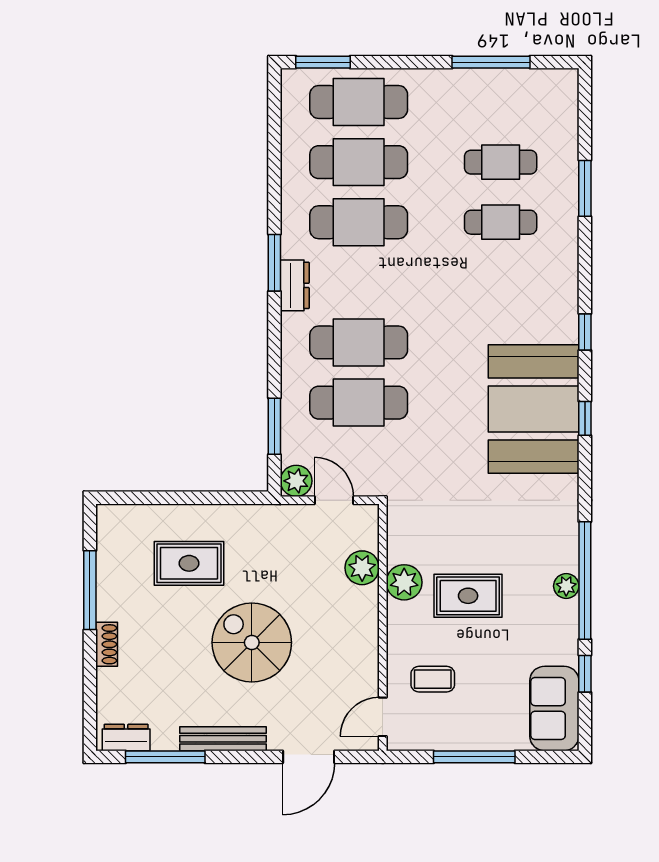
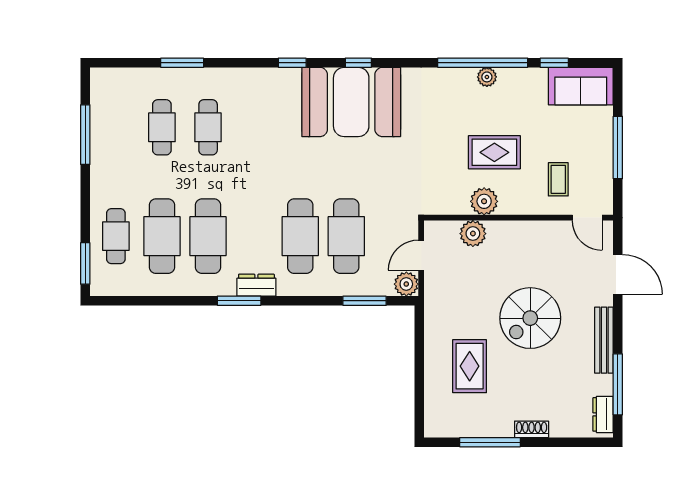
cafe table: (359, 102) -> (116, 236), width x0.73, depth x0.74
rug: (468, 596) -> (494, 152), turned 90

